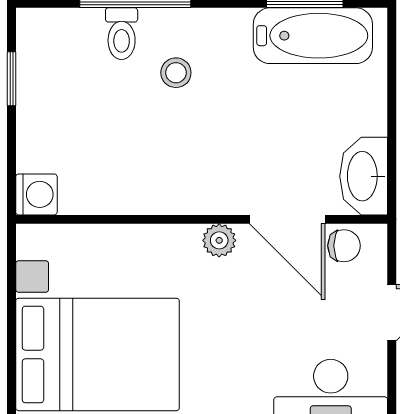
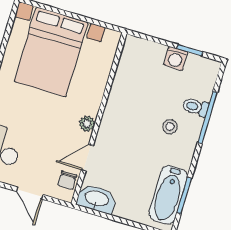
washing machine: (36, 194) -> (176, 58), moved
door: (287, 219) -> (87, 158), width x0.73

